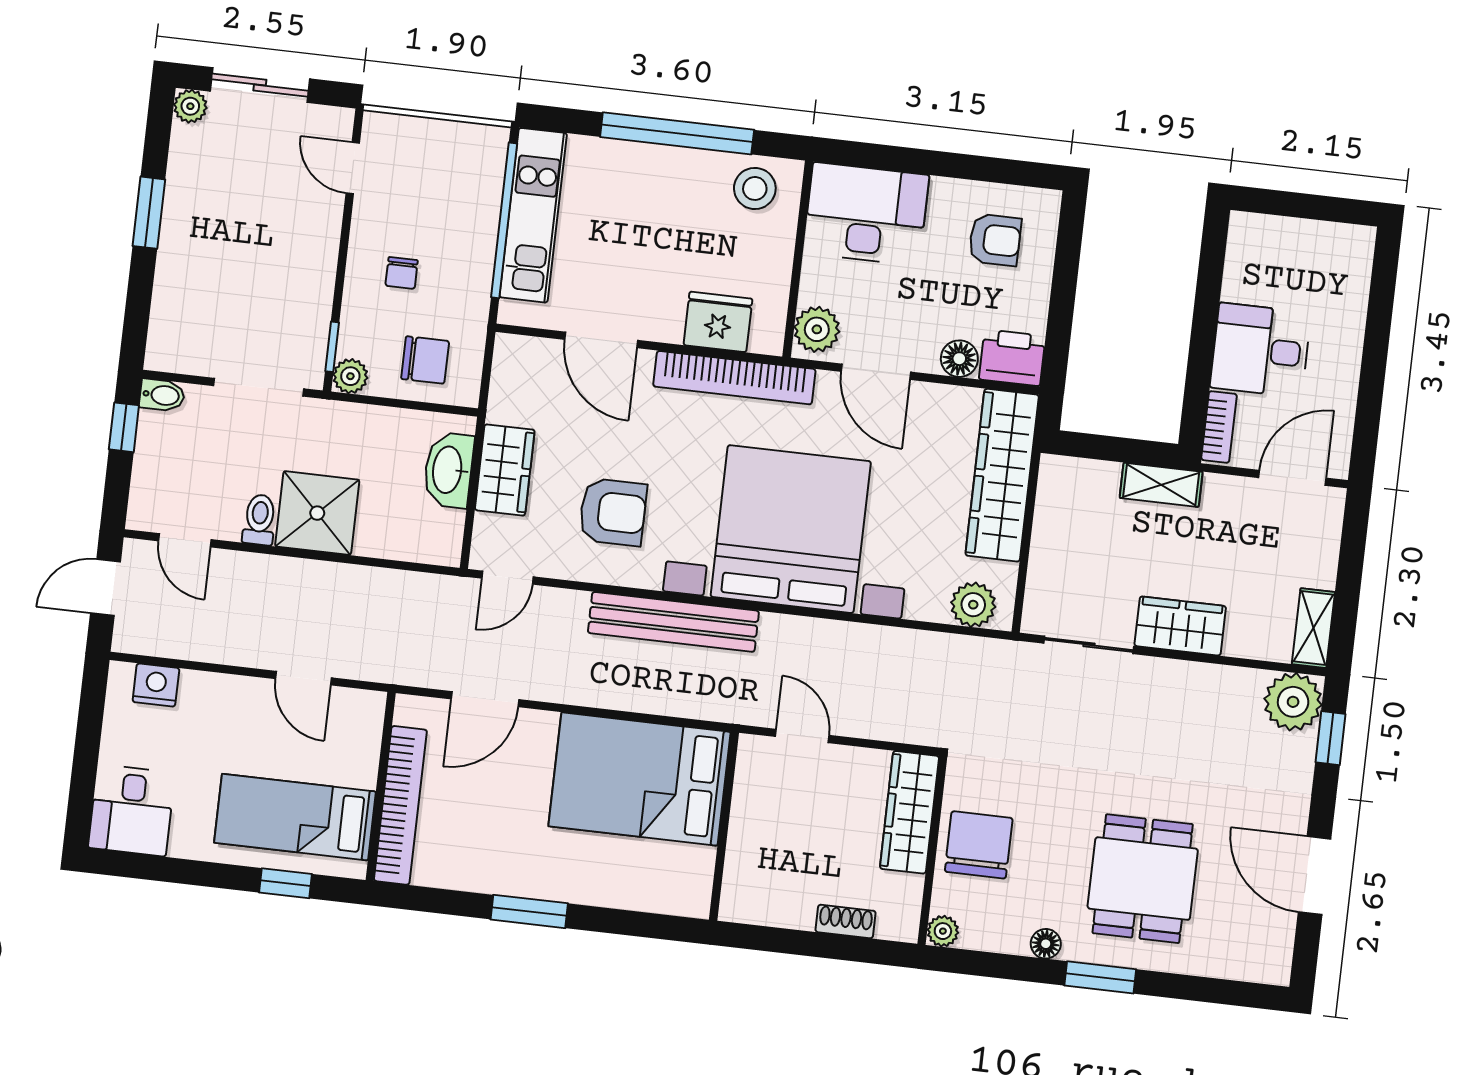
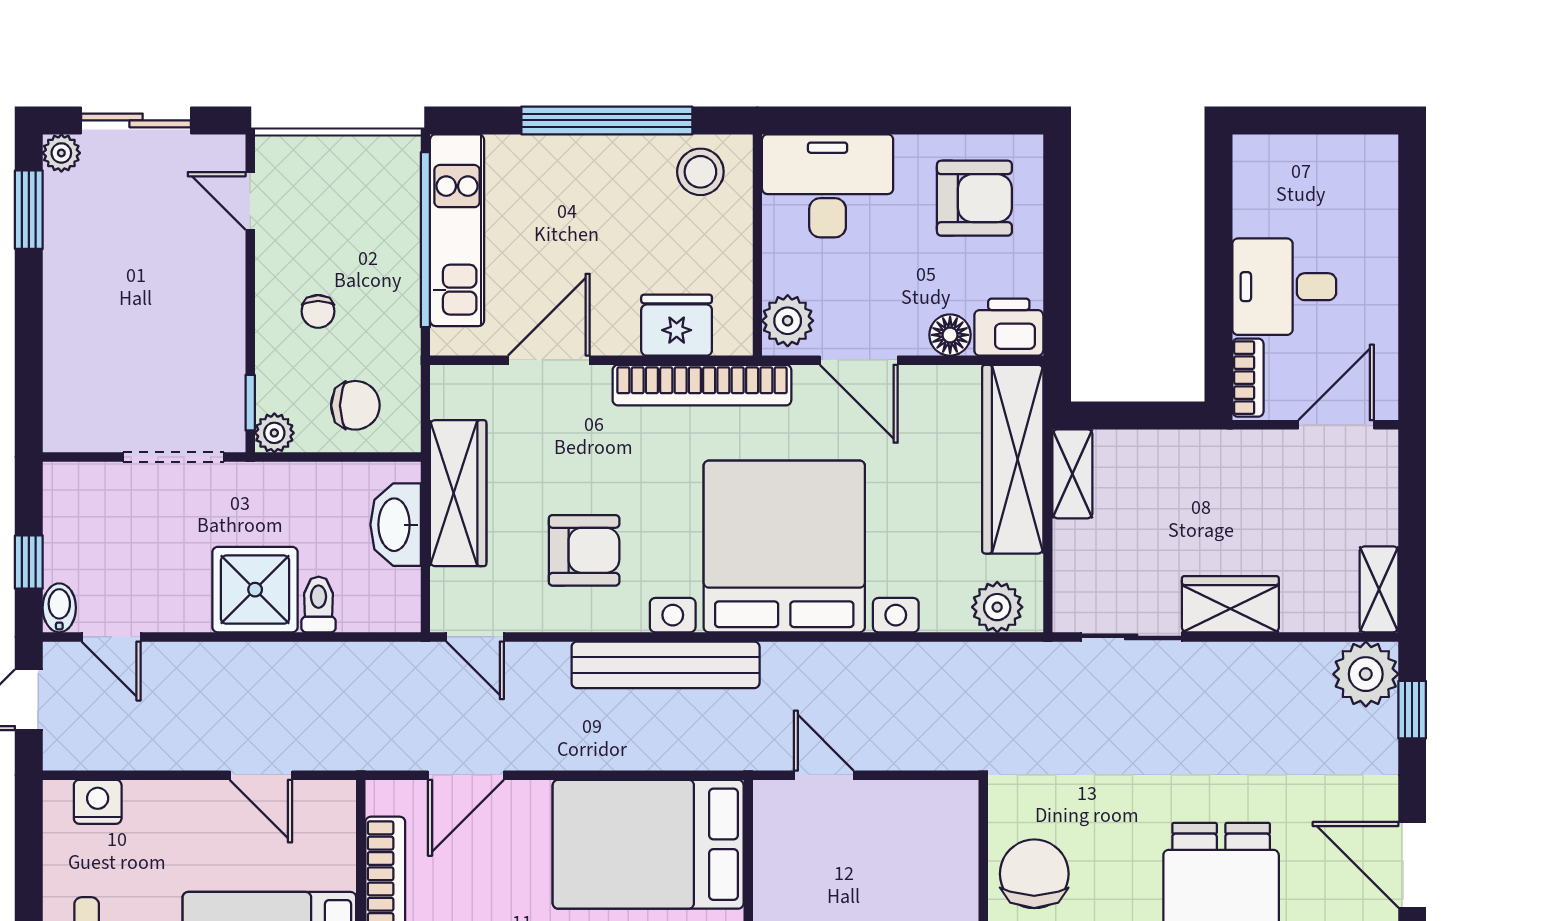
window: (149, 213) -> (29, 210), moved
armchair: (995, 240) -> (974, 198), width x1.38, depth x1.38
door: (601, 340) -> (549, 360), swing flipped
bidet: (162, 395) -> (59, 608), moved, turned -90
window: (124, 427) -> (29, 562), moved
wardrobe: (505, 470) -> (458, 493), width x1.50
shelving: (1161, 485) -> (1072, 474), moved, turned 90
toilet: (259, 520) -> (319, 604), moved
door: (507, 578) -> (475, 637), hinge flipped
wardrobe: (909, 812) -> (953, 846), removed

